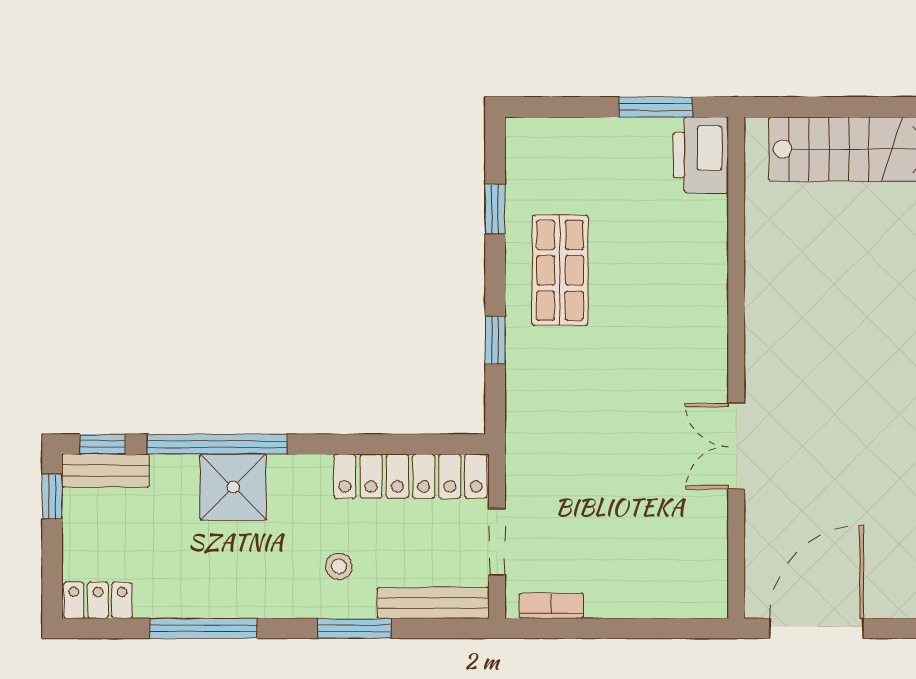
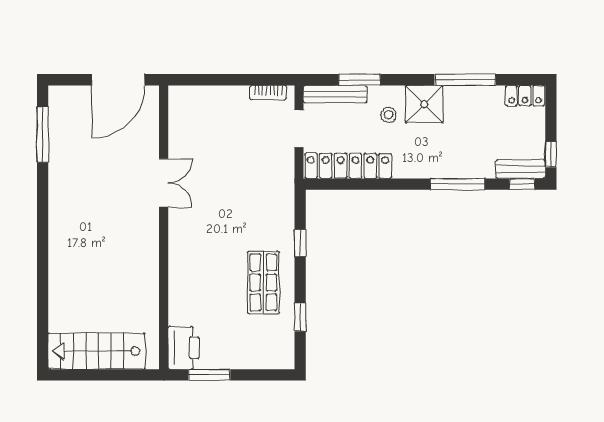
window: (217, 444) -> (458, 184), width x0.68
shower: (233, 487) -> (424, 104), moved
window: (354, 628) -> (359, 80), moved

